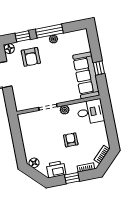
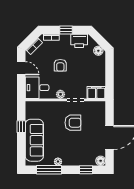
window: (49, 31) -> (49, 170), moved
armchair: (31, 57) -> (73, 123), moved, turned 90
sofa: (86, 75) -> (34, 140), moved
filing cabinet: (28, 119) -> (96, 92), added
door: (111, 129) -> (21, 68), added

